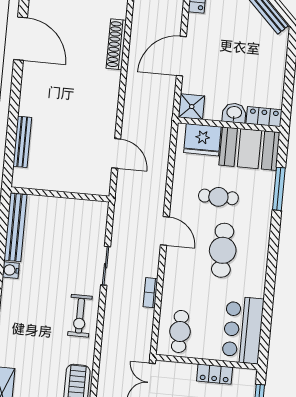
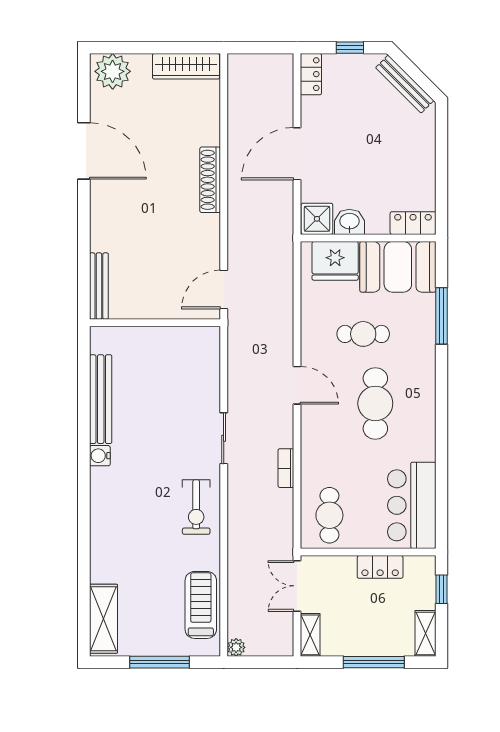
shoe rack: (116, 44) -> (210, 180), moved
washbasin: (234, 113) -> (349, 222), moved
door: (116, 153) -> (224, 290), swing flipped
wall: (60, 194) -> (155, 323), moved

